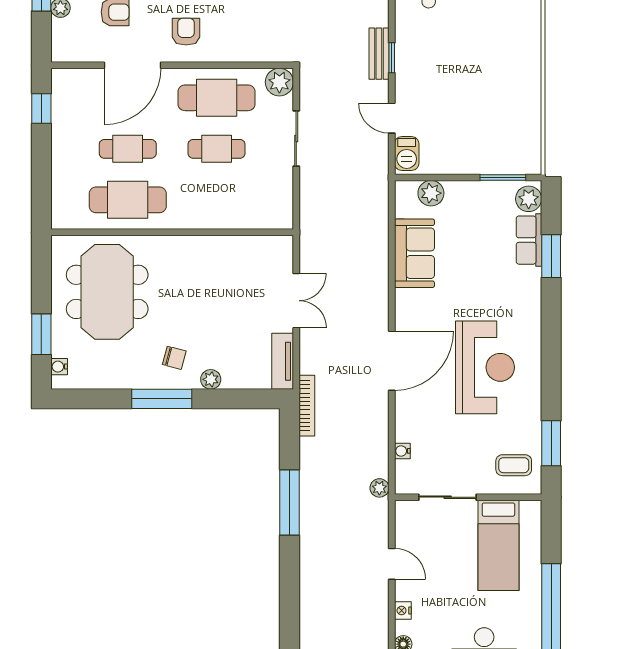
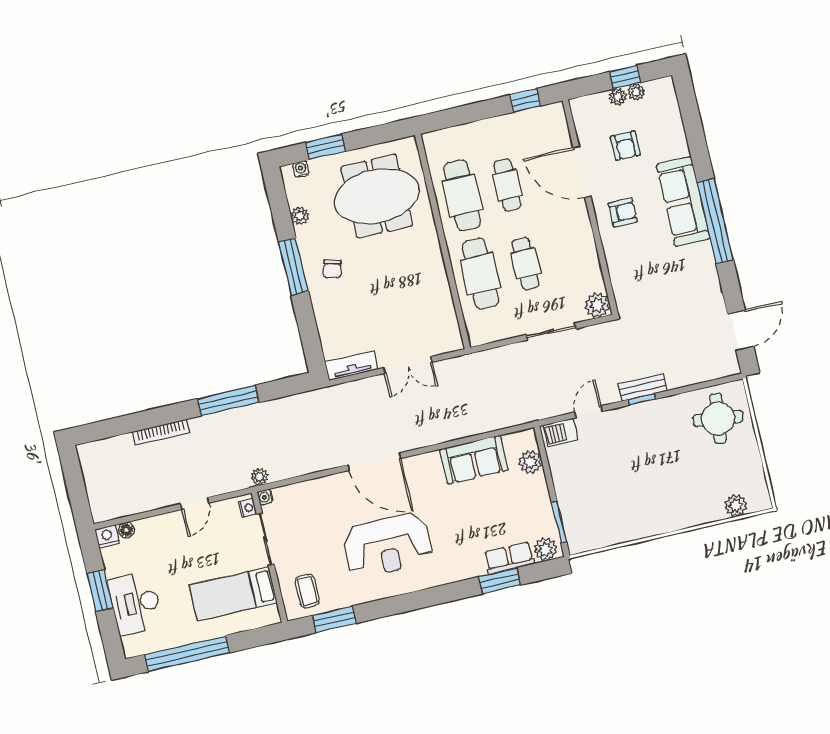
cafe table: (217, 98) -> (480, 274), moved
plant: (211, 379) -> (300, 216), moved
bookcase: (307, 406) -> (161, 432), moved
water cooler: (402, 451) -> (265, 497), moved, turned -90
nightstand: (403, 611) -> (248, 508), moved, turned 90

